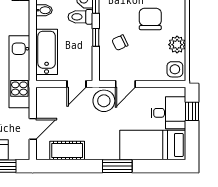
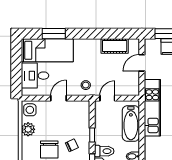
chair: (120, 43) -> (72, 145), moved
door: (125, 84) -> (59, 98), moved
stool: (104, 101) -> (86, 85), width x0.53, depth x0.53
window: (192, 111) -> (16, 77), removed
window: (117, 166) -> (54, 34), moved

